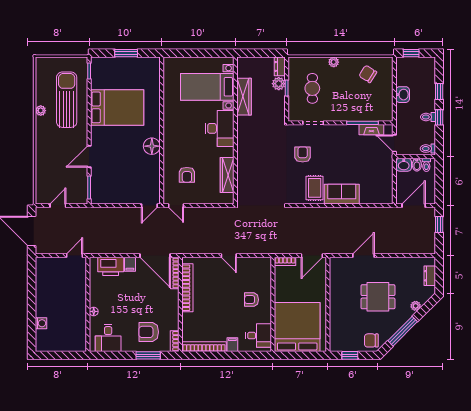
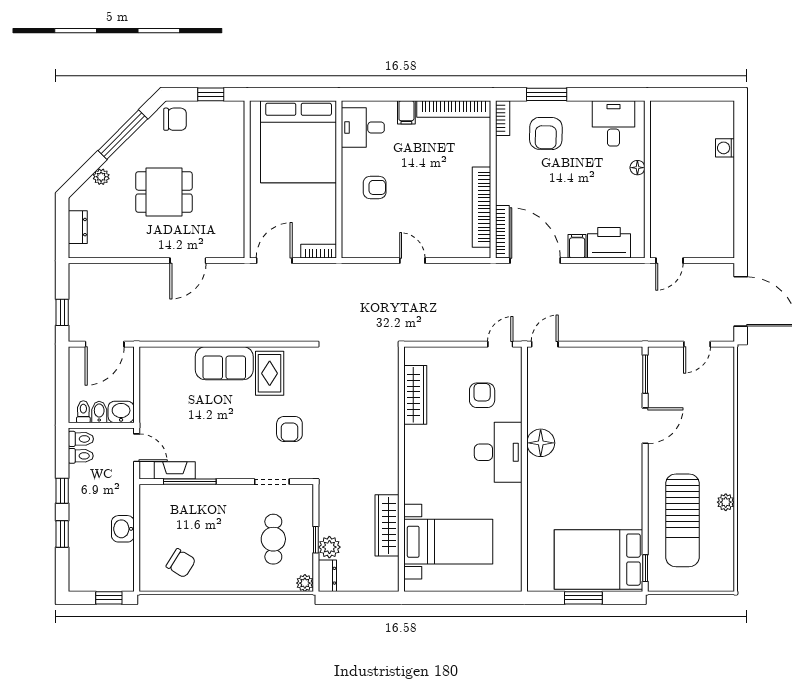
plant: (334, 62) -> (305, 583), moved
bed: (117, 107) -> (599, 560), moved
toilet: (428, 117) -> (81, 456), moved
desk: (220, 128) -> (498, 452), moved, turned 180
door: (176, 206) -> (500, 344), hinge flipped
armchair: (149, 332) -> (546, 133), turned 91

